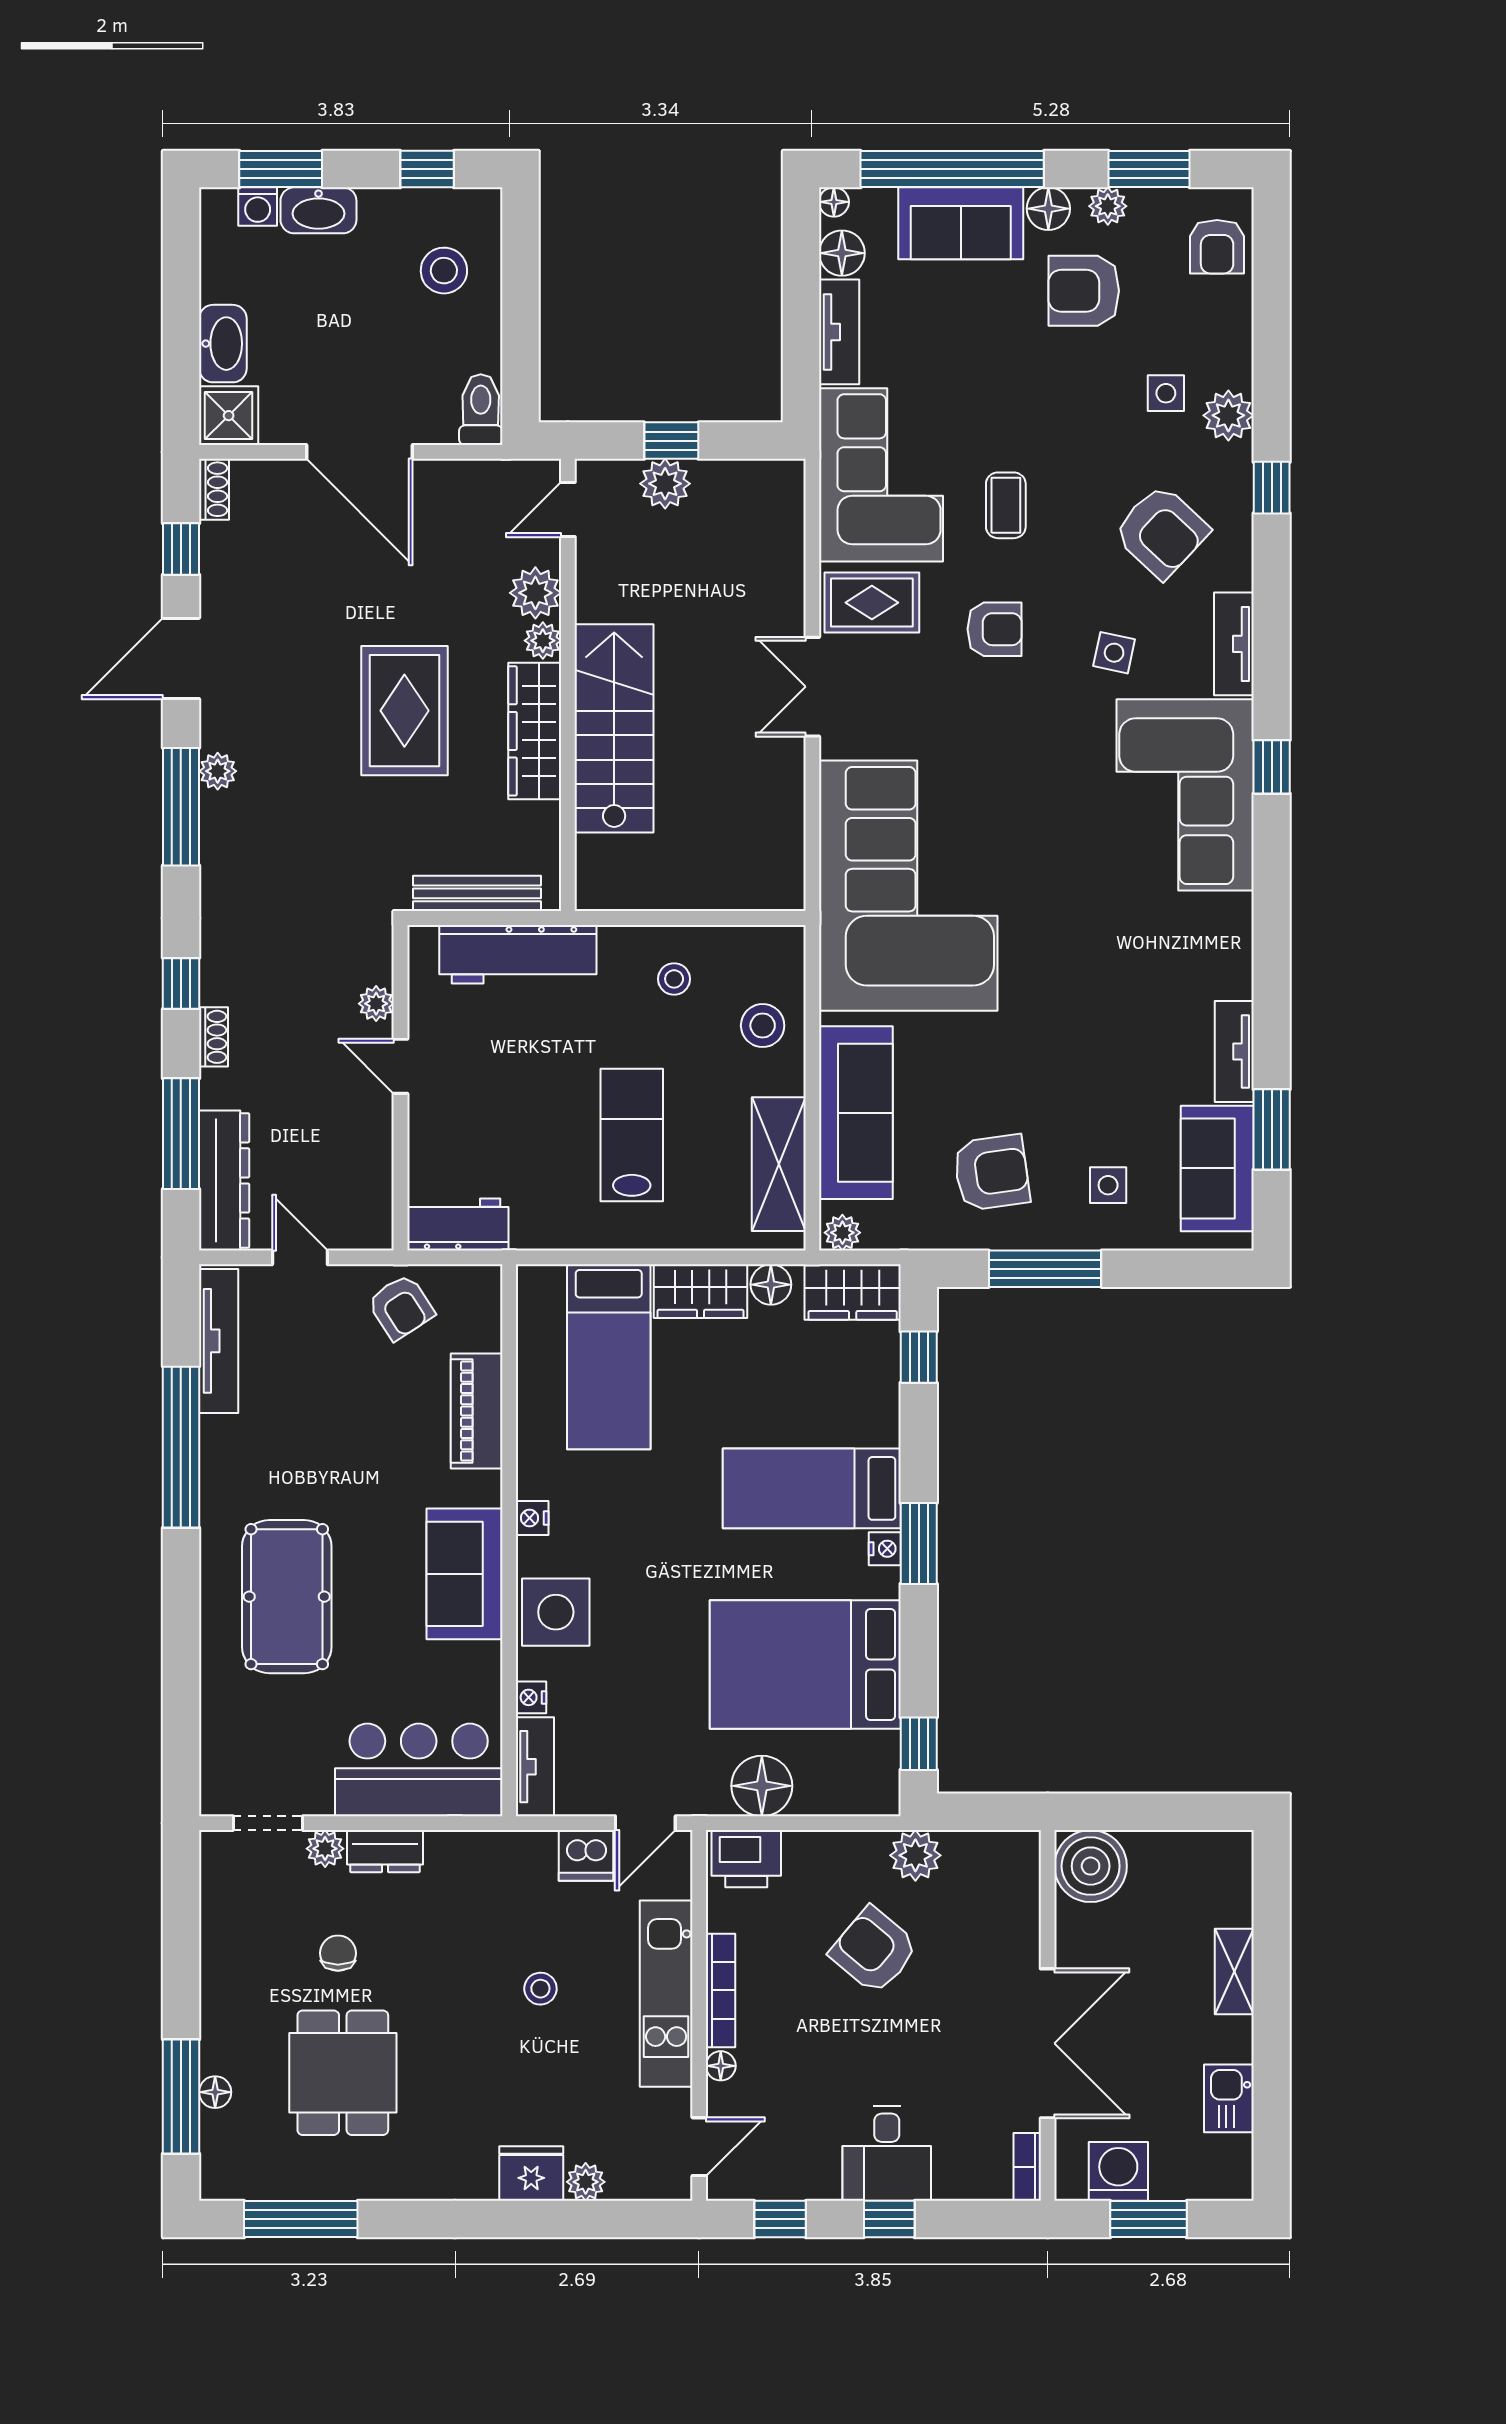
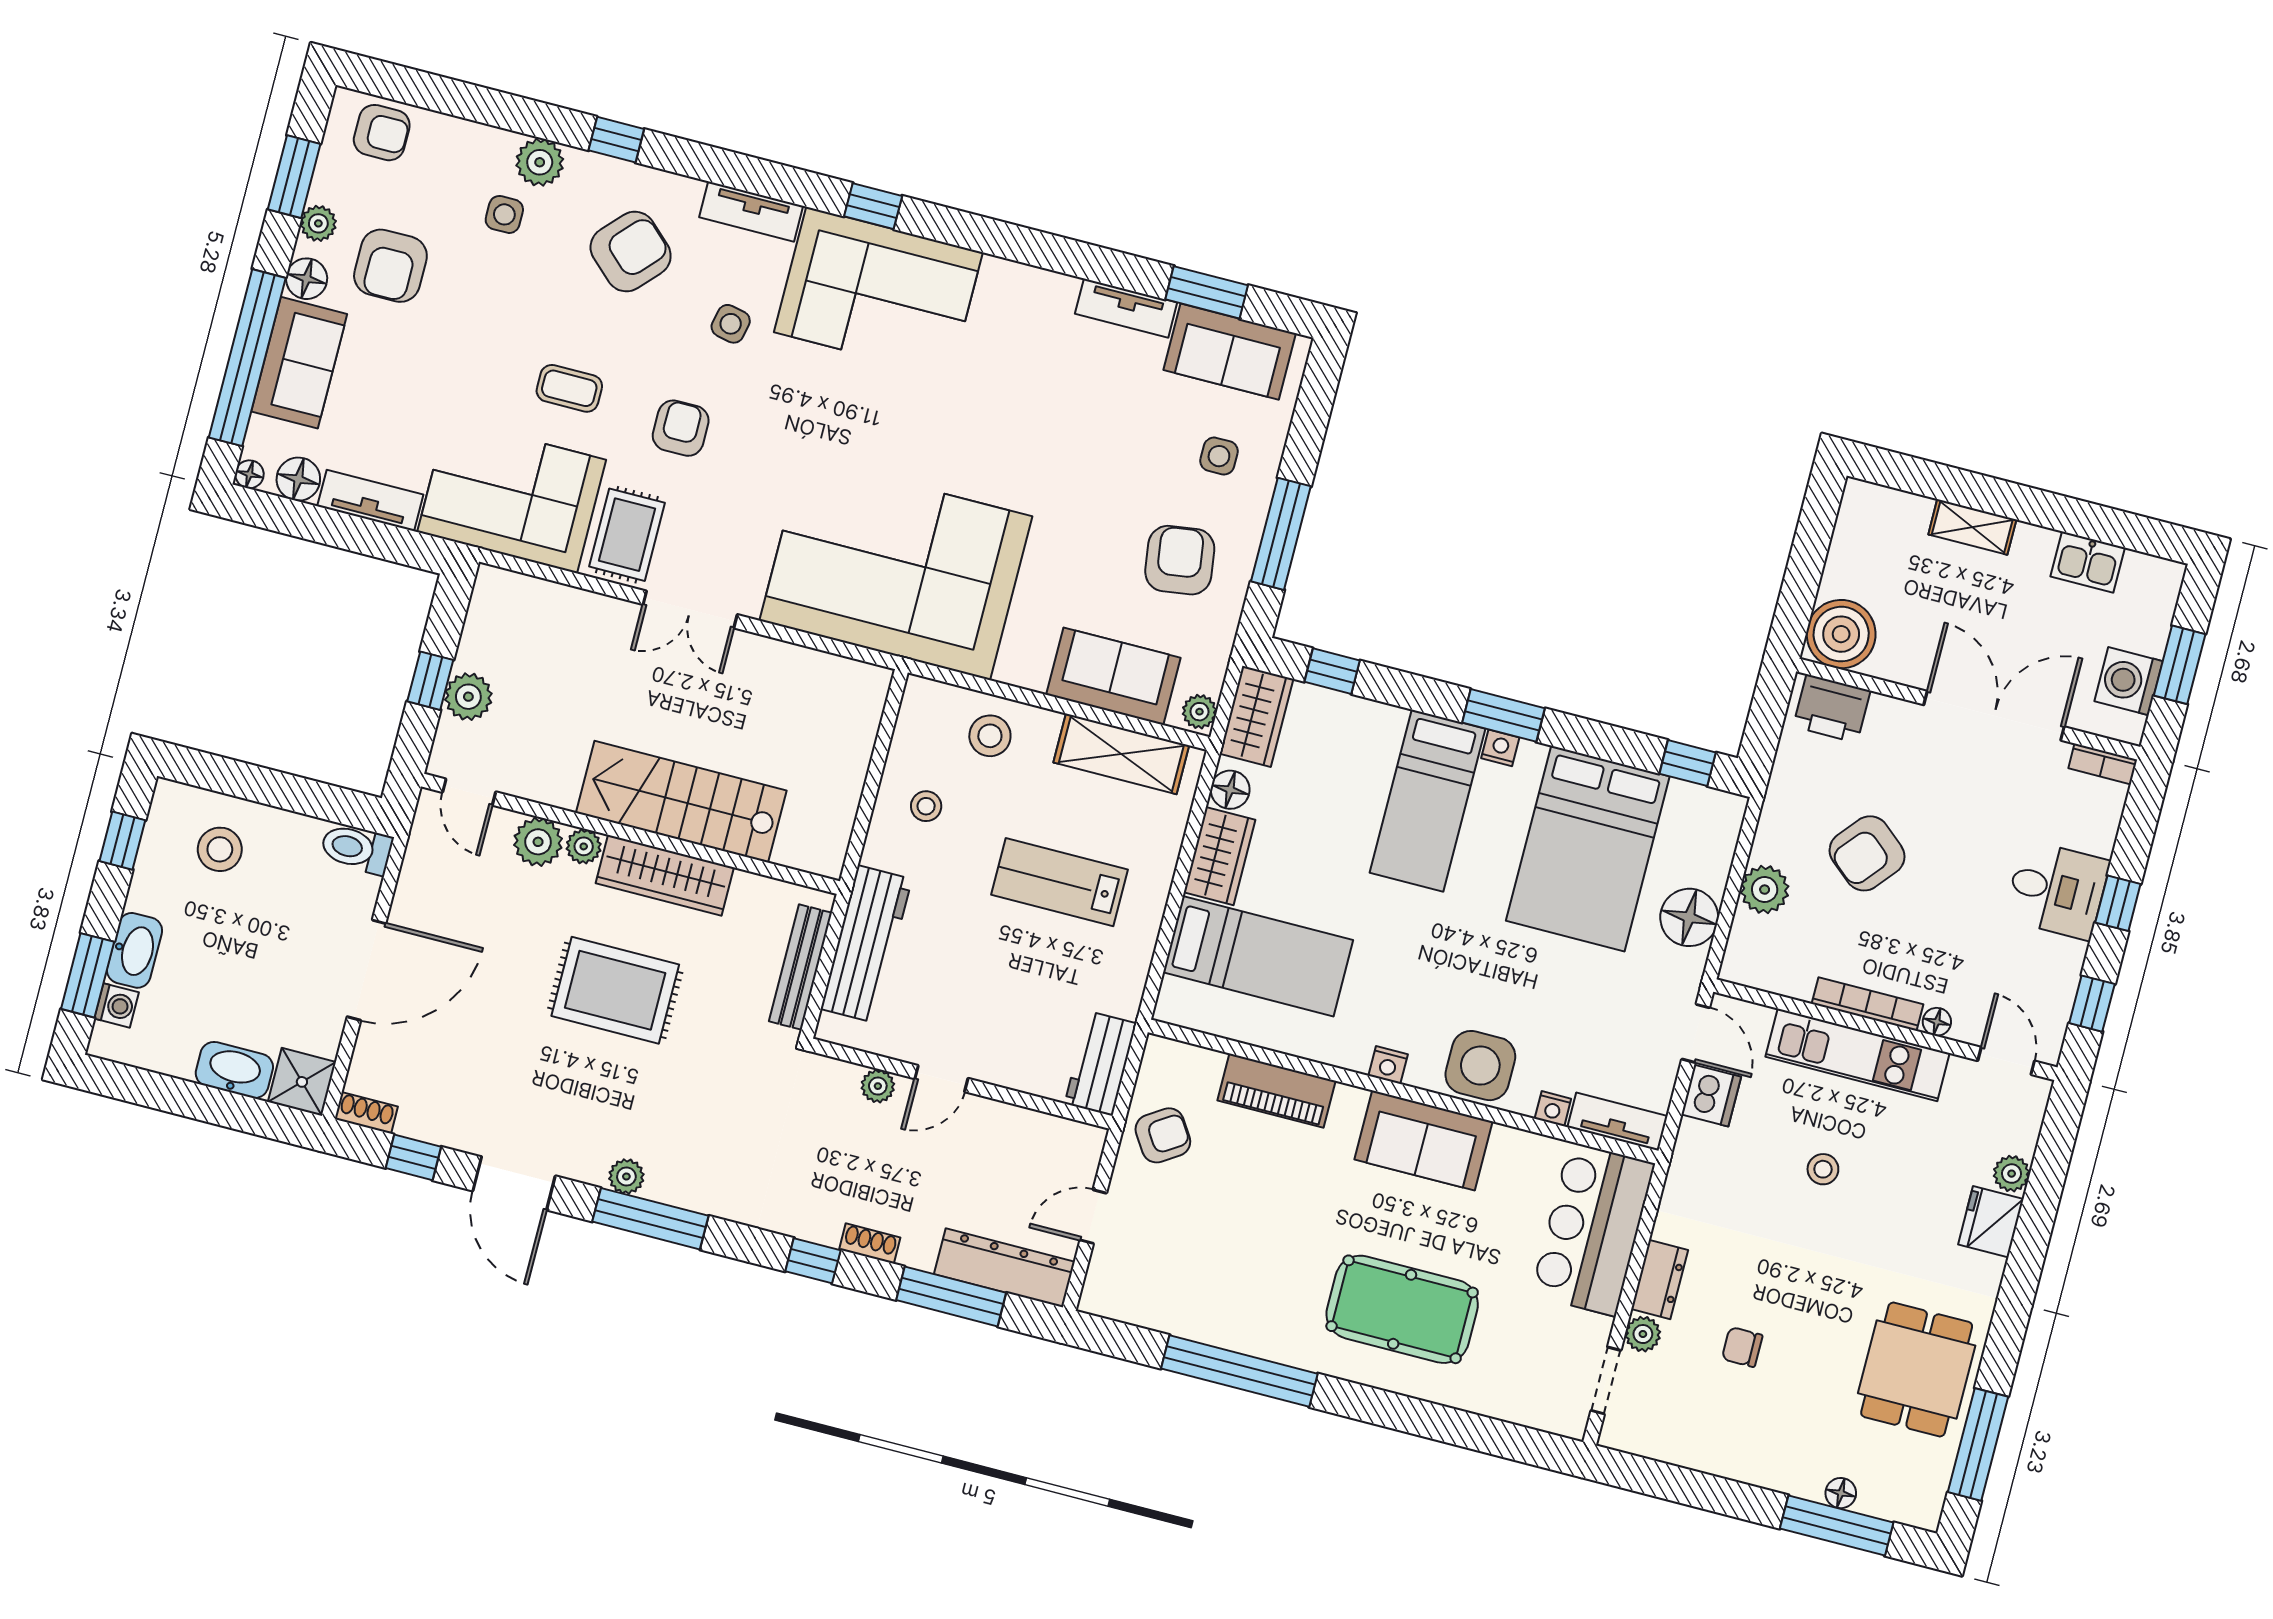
sofa: (856, 1113) -> (1113, 676), width x0.73
tv unit: (219, 1341) -> (1151, 1311), removed
plant: (915, 1855) -> (1765, 890), moved
printer: (746, 1859) -> (1832, 709), moved, turned 90
dining table: (343, 2073) -> (1917, 1369), moved, turned 90

